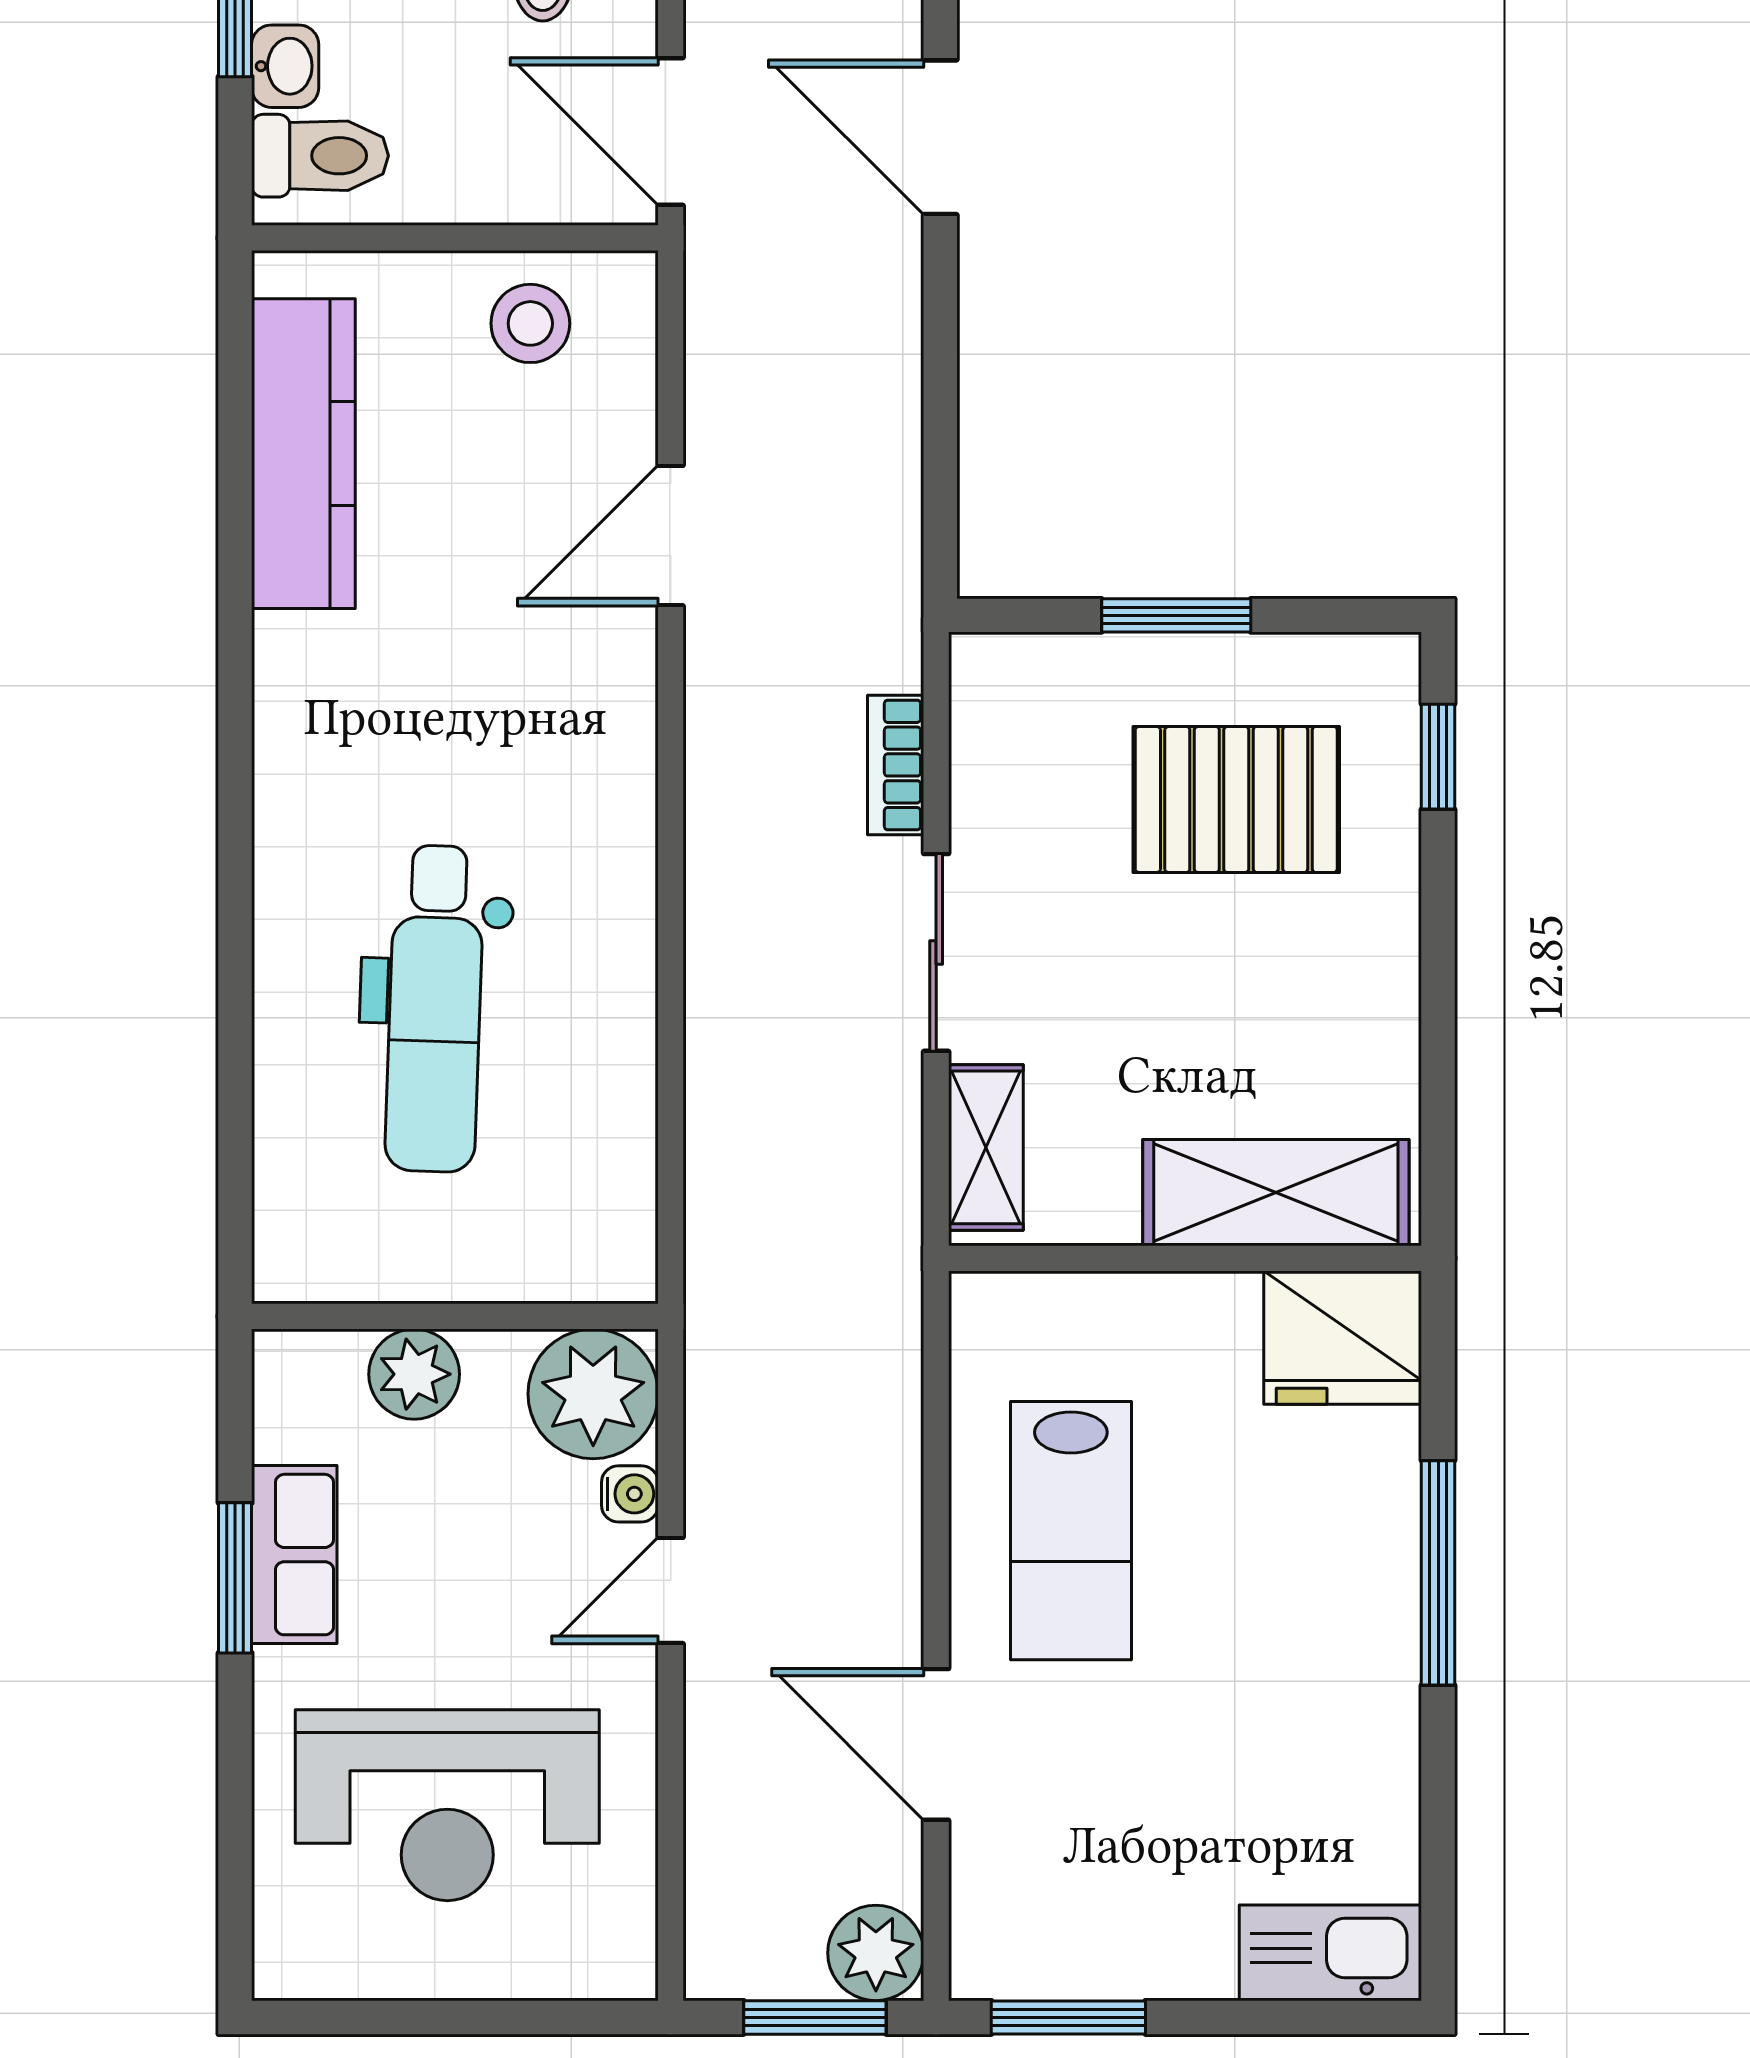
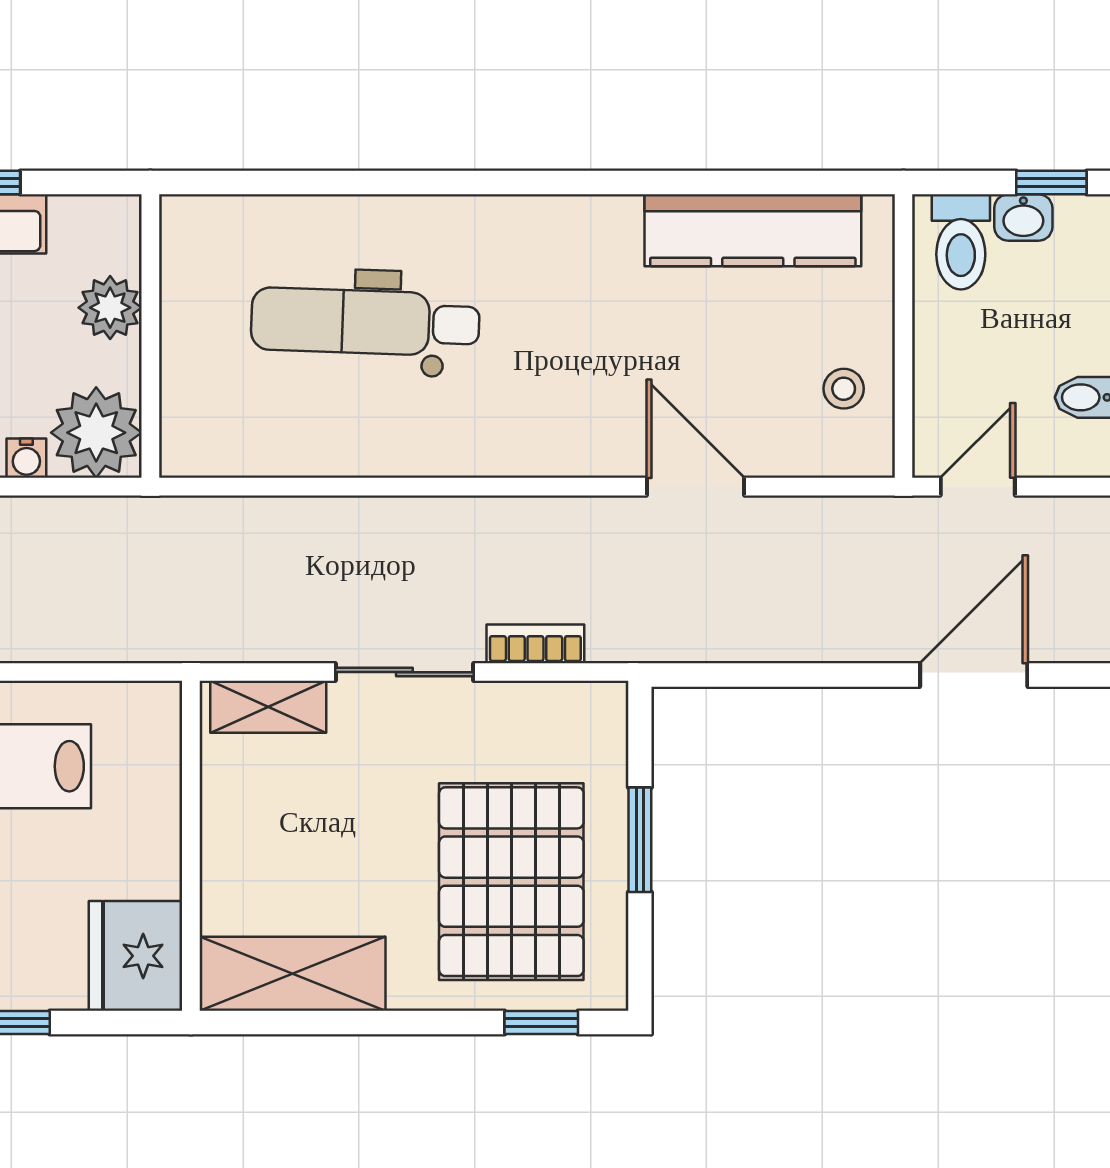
door: (671, 131) -> (978, 487), width x0.73
stool: (530, 323) -> (844, 389), width x0.73, depth x0.73
pallet: (1236, 799) -> (511, 882), width x1.37, depth x1.41
shelving: (1276, 1193) -> (292, 974), moved, turned 90

